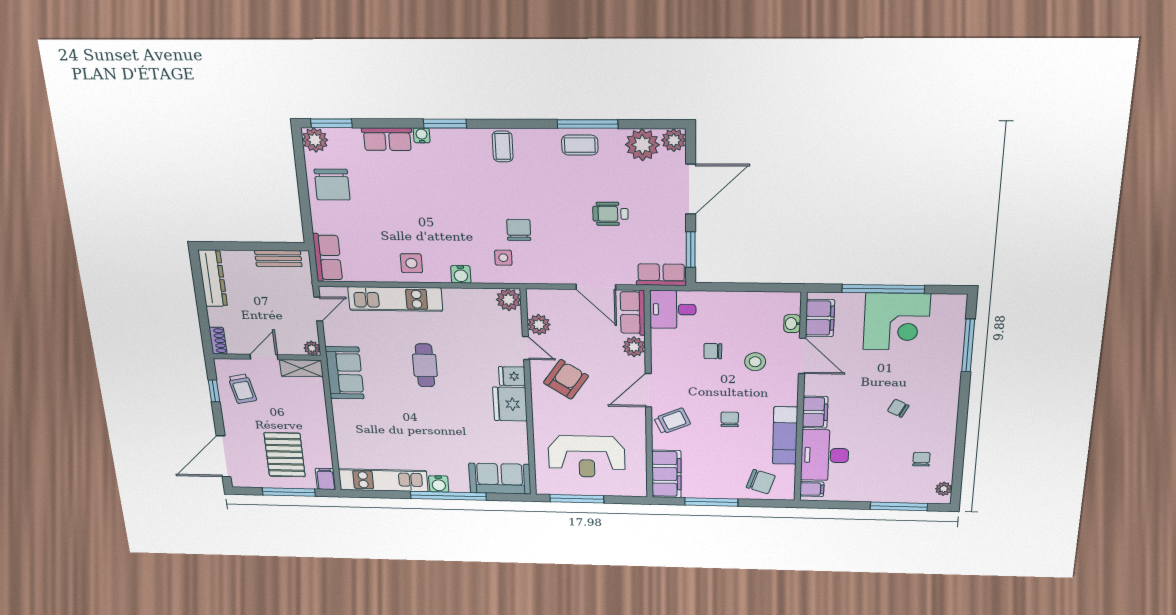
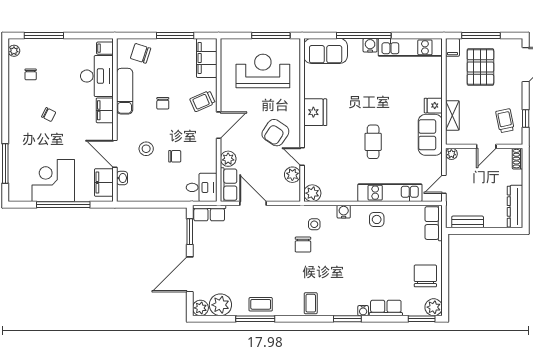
wheelchair: (610, 214) -> (242, 257), removed
shelving: (301, 368) -> (452, 115), moved, turned 90
fridge: (512, 376) -> (433, 106), moved, turned 180

